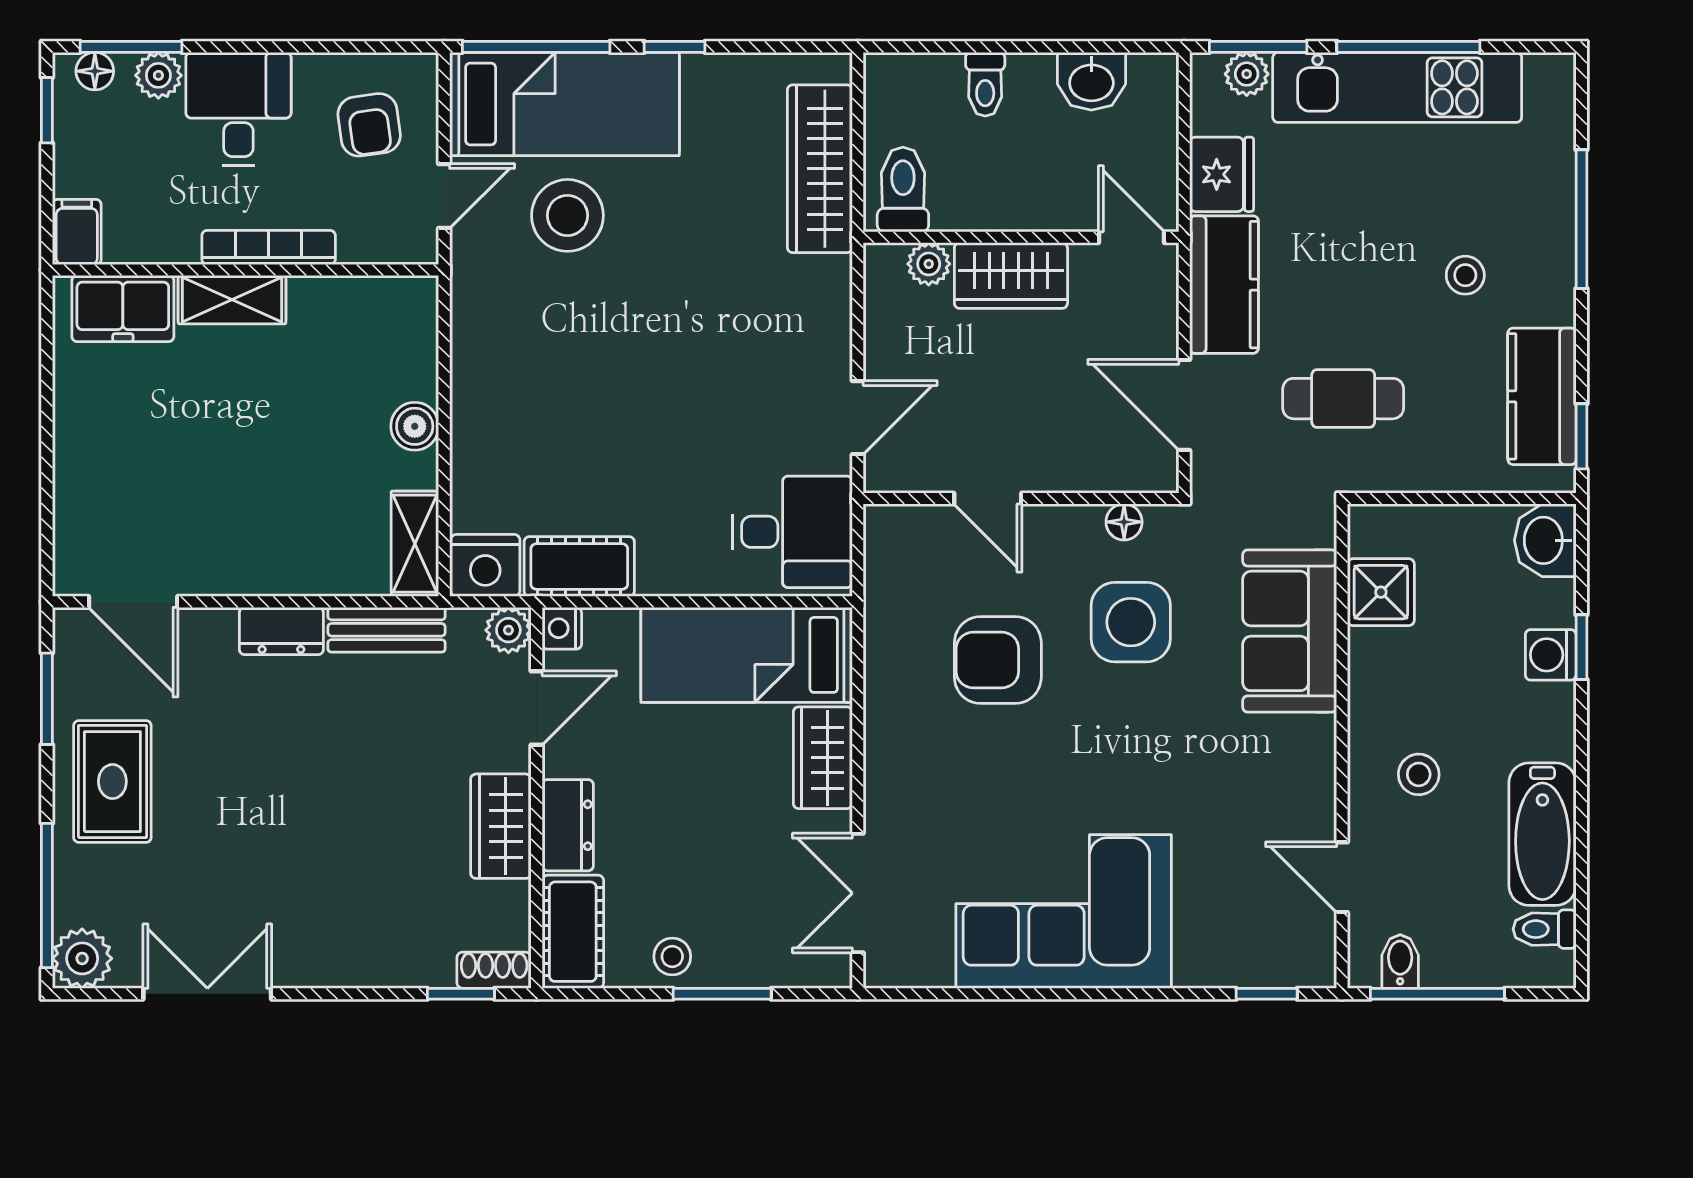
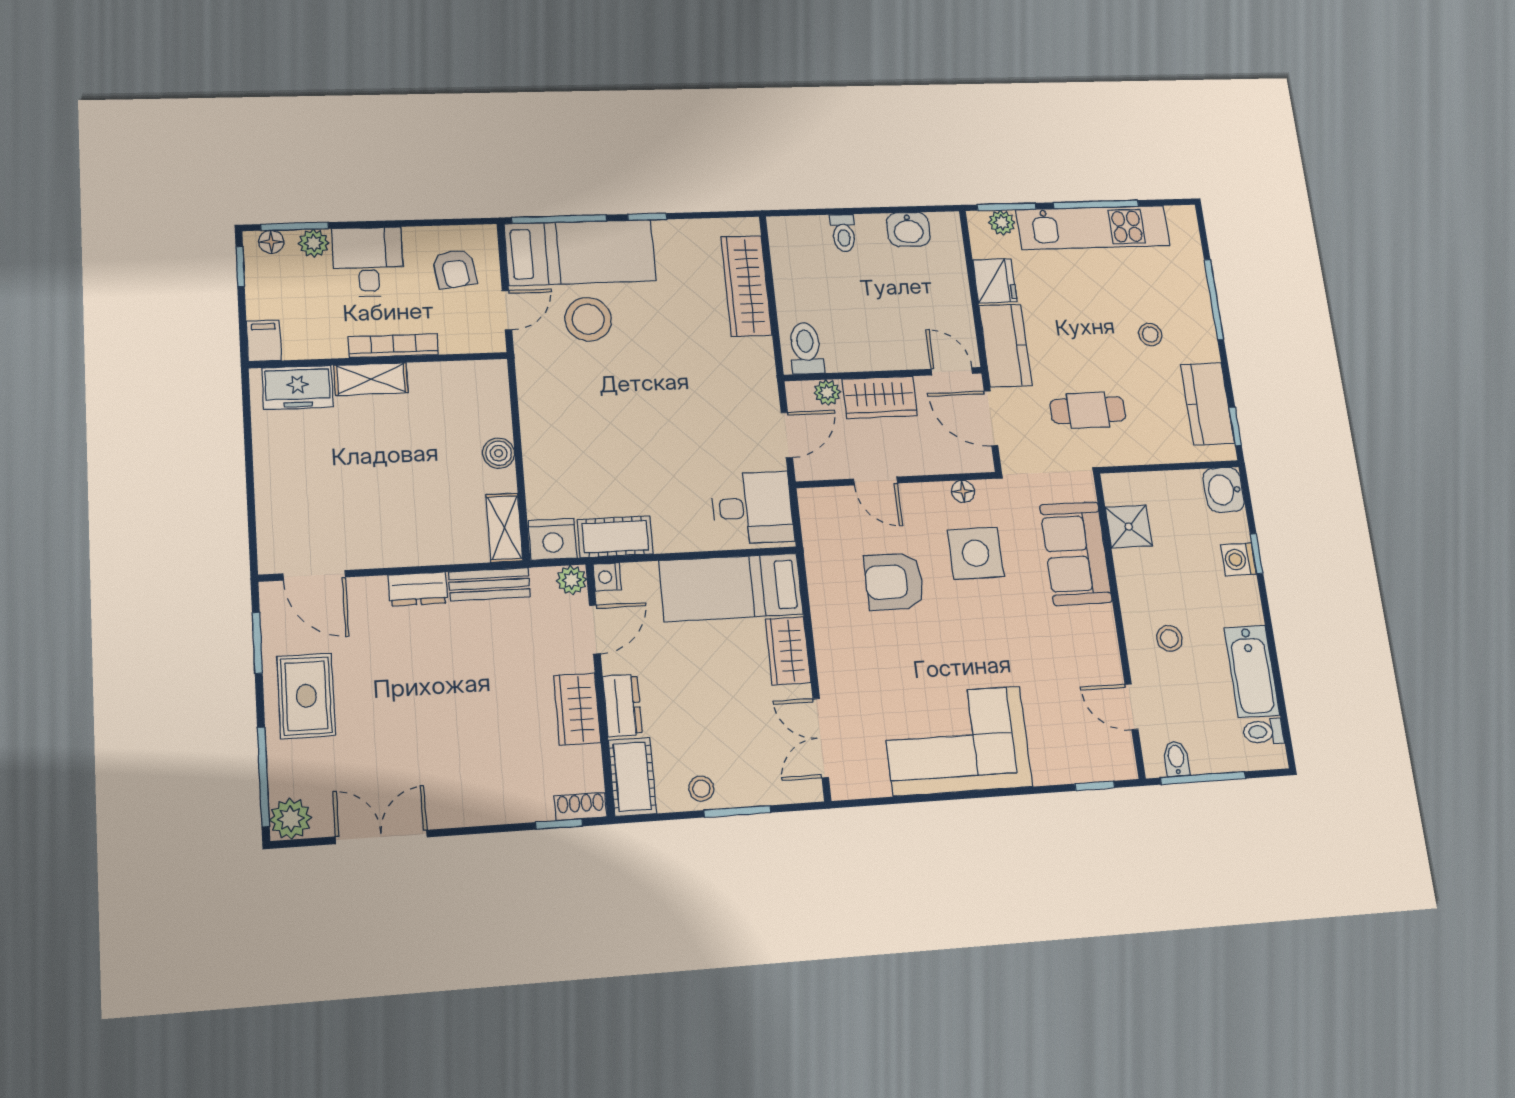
toilet: (903, 190) -> (806, 348), moved
wall: (1021, 237) -> (883, 374), moved
door: (1131, 237) -> (952, 371), moved
plant: (929, 264) -> (827, 392), moved
wardrobe: (1011, 276) -> (880, 397), moved

